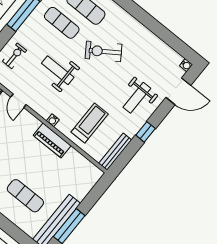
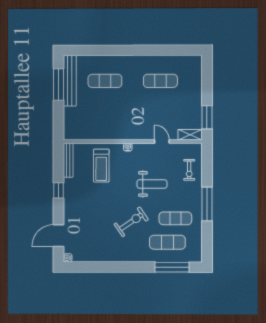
weight bench: (137, 98) -> (83, 209), removed
piano: (52, 140) -> (117, 133), removed

